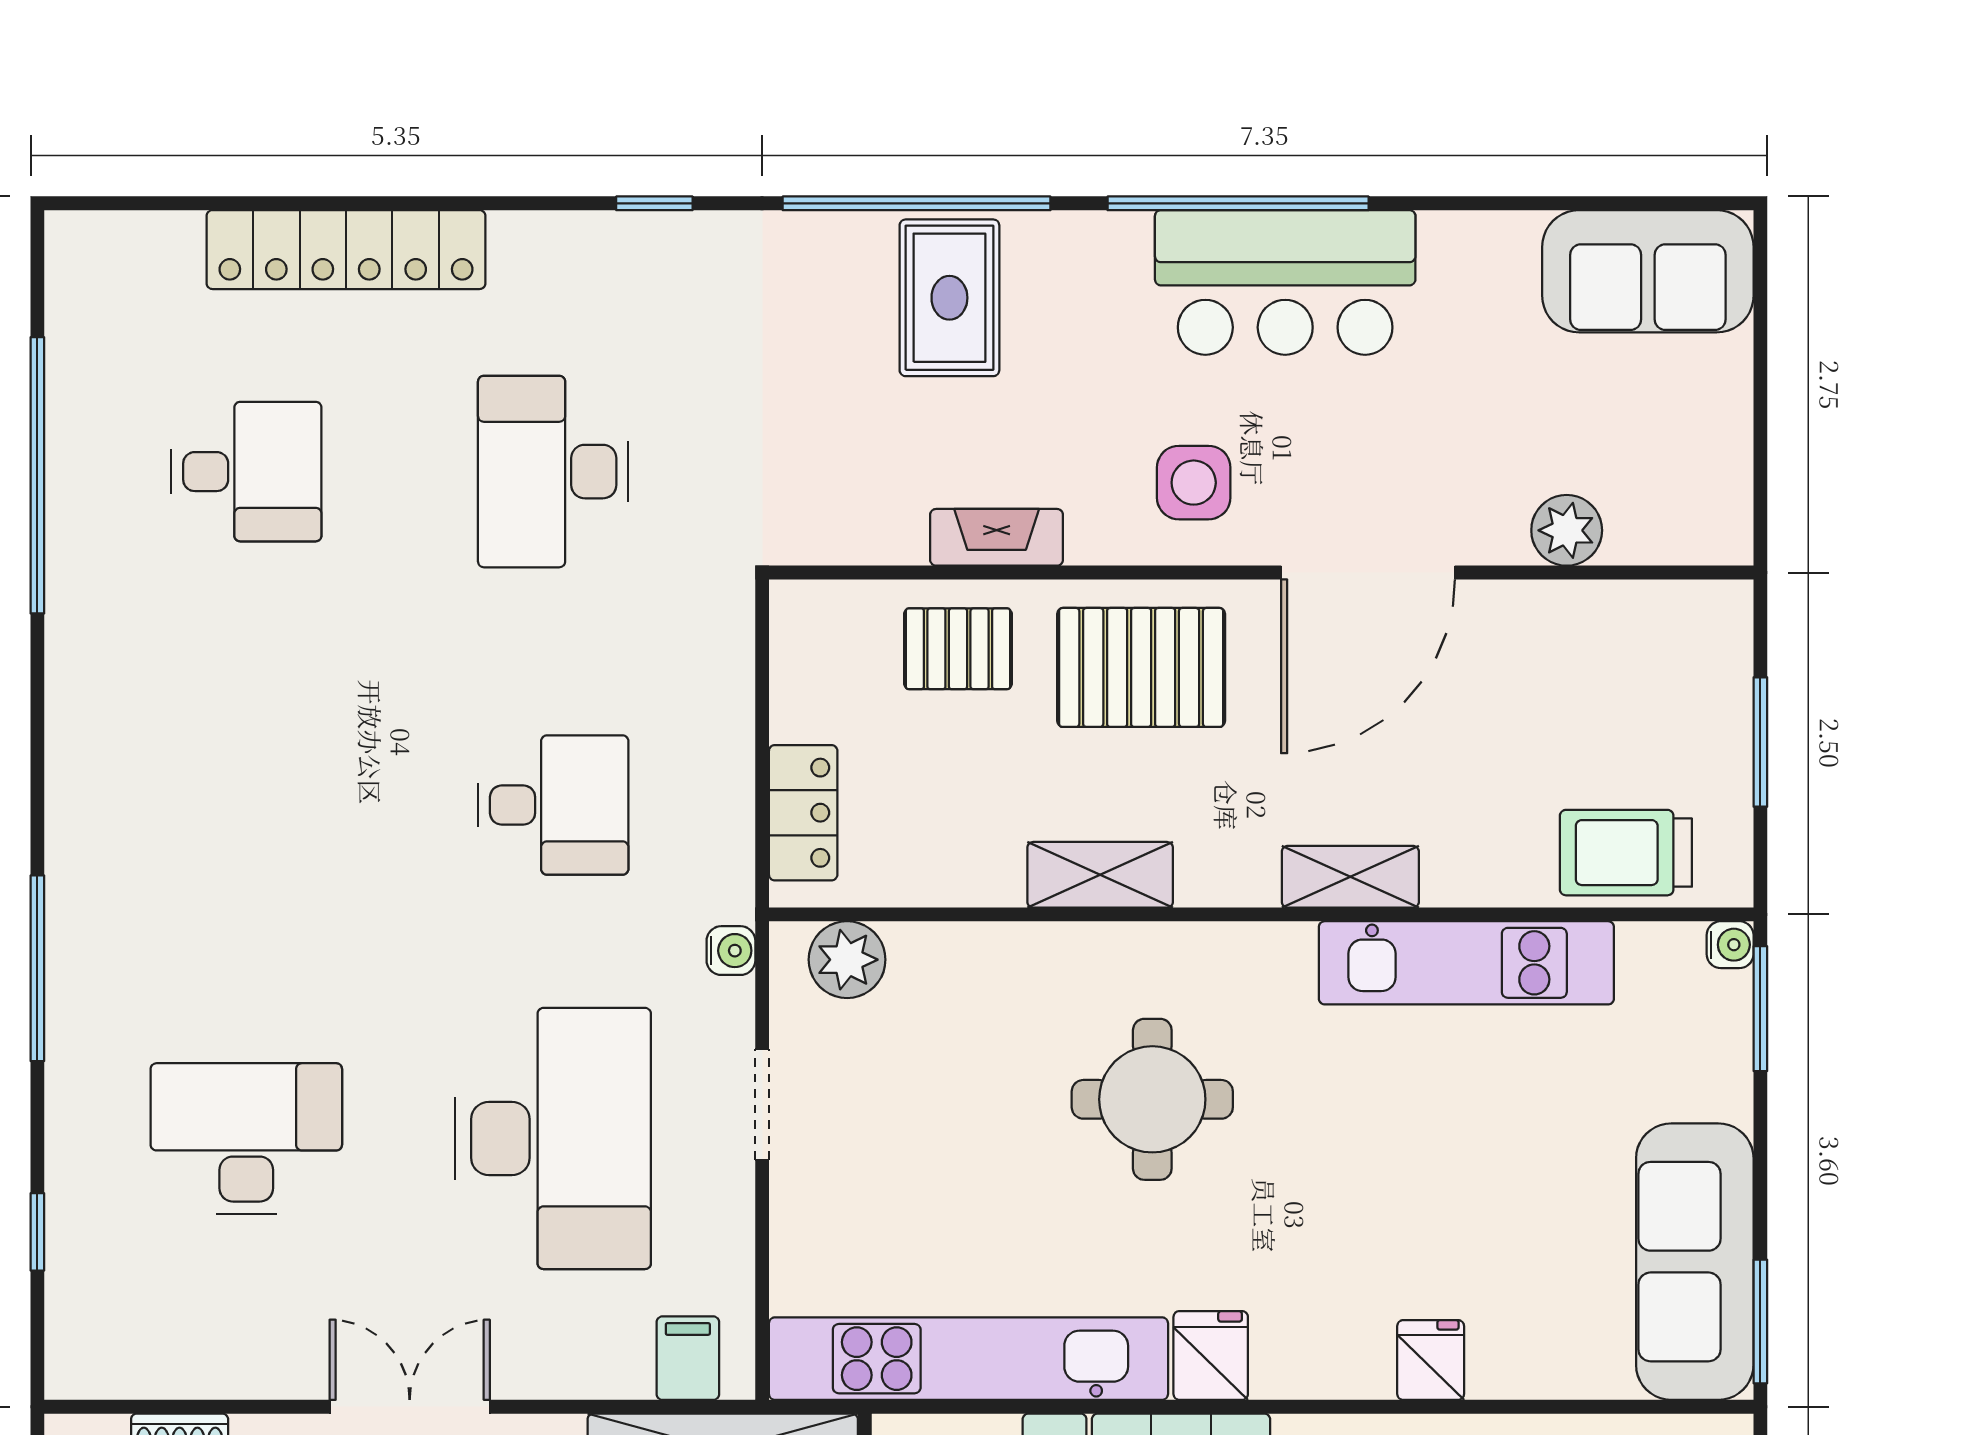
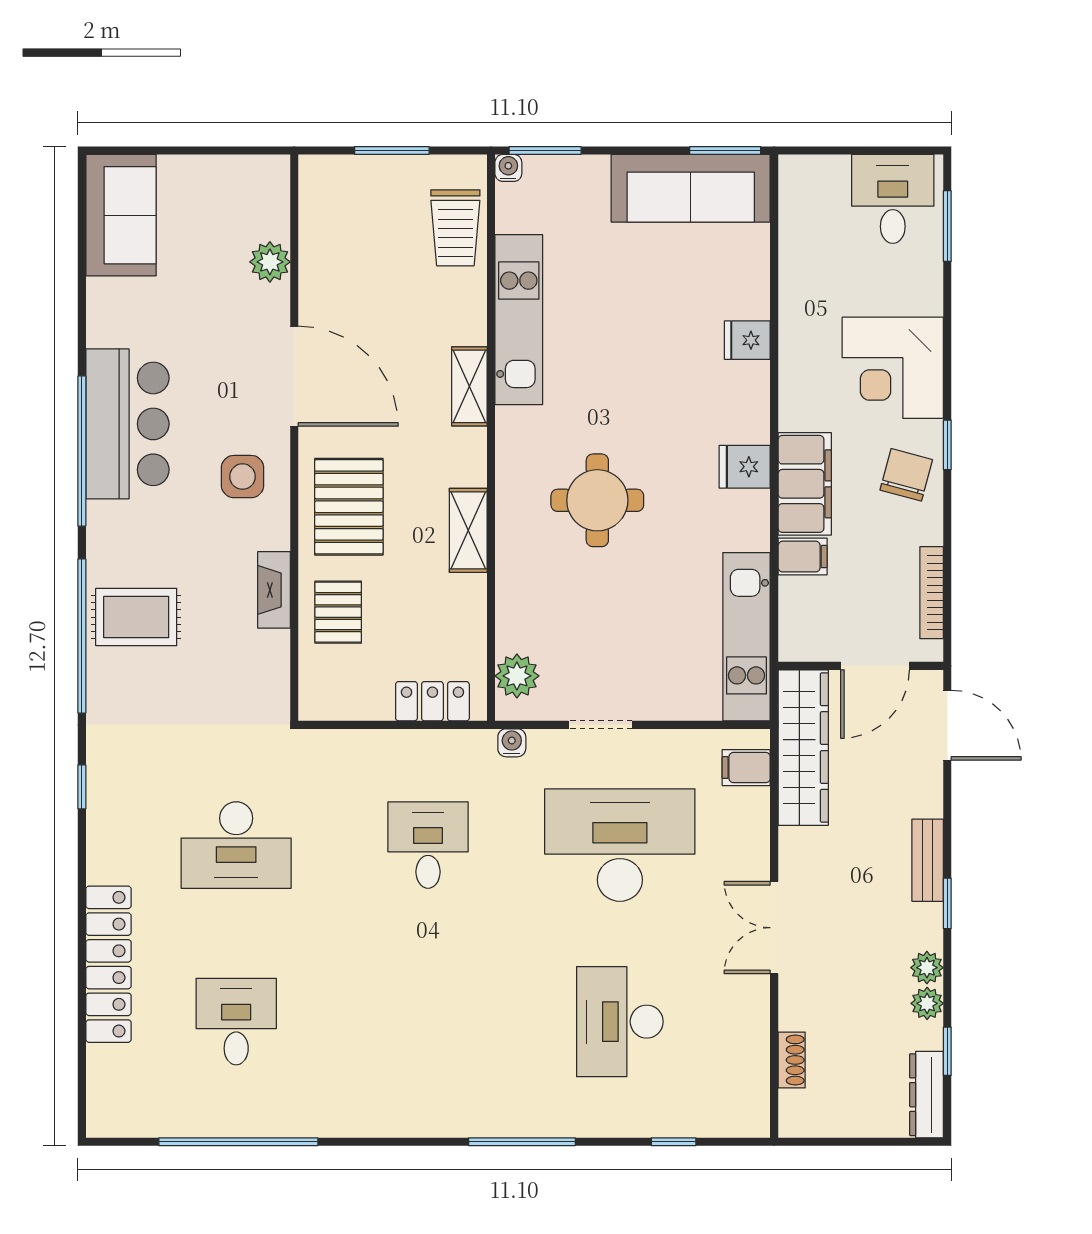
kitchen unit: (968, 1359) -> (747, 637), width x0.73

